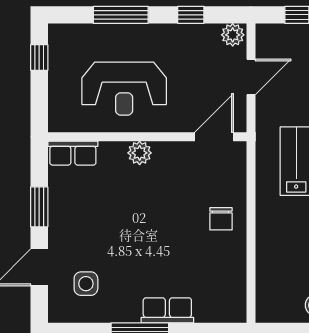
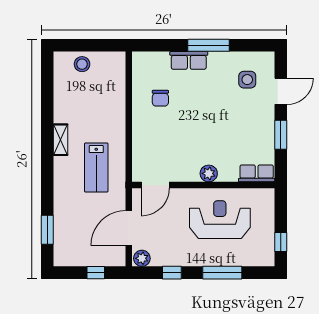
door: (251, 77) -> (129, 228), width x1.36
chair: (221, 219) -> (160, 98), moved, turned 180

